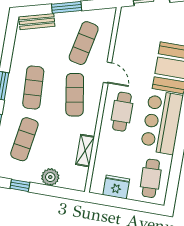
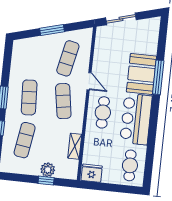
bench: (37, 21) -> (28, 43), removed
window: (20, 185) -> (46, 181), moved
fridge: (116, 187) -> (92, 173), moved

